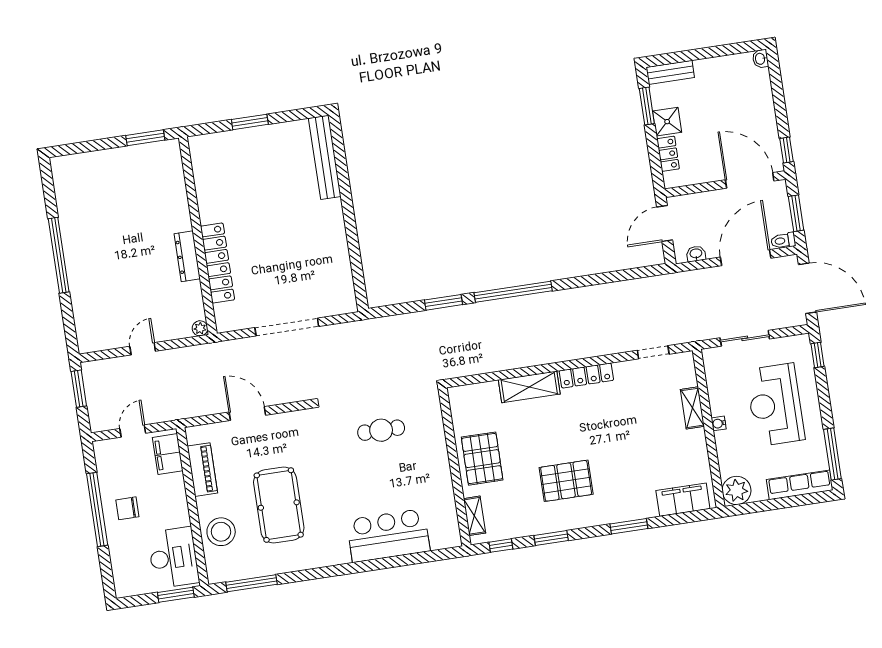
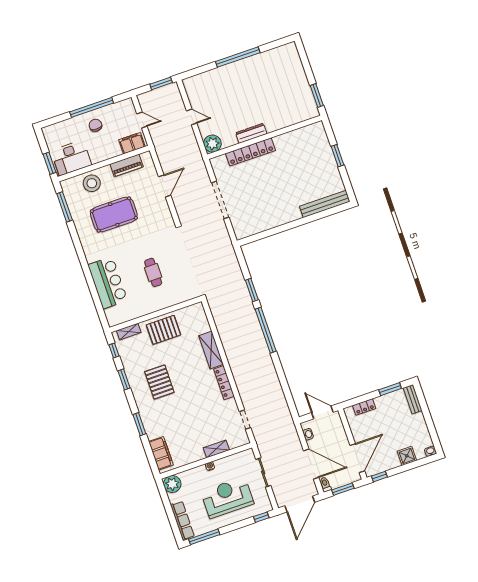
shower: (667, 122) -> (407, 456), moved
plant: (200, 328) -> (212, 144), width x1.88, depth x1.88
cafe table: (381, 430) -> (153, 272), moved

